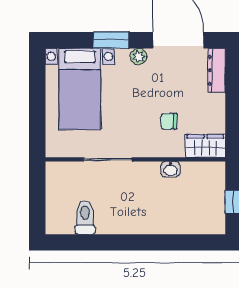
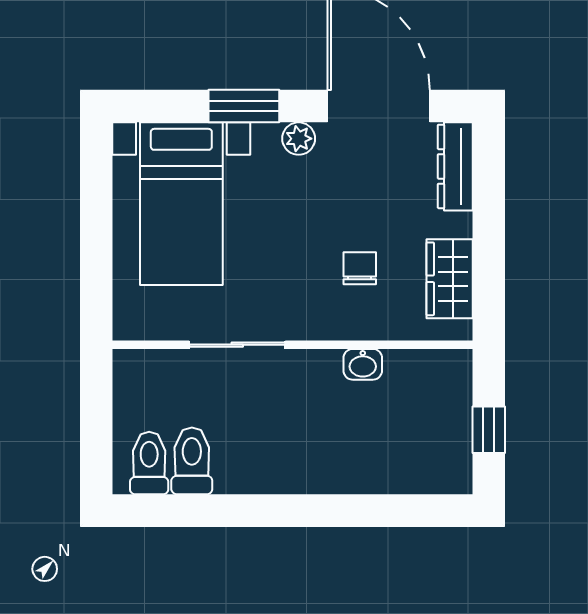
chair: (169, 121) -> (360, 268), turned 90
wardrobe: (205, 146) -> (450, 279), moved, turned -90
toilet: (64, 219) -> (149, 463), added

